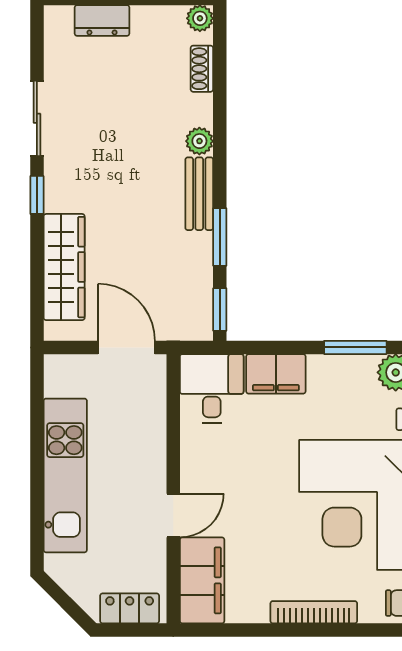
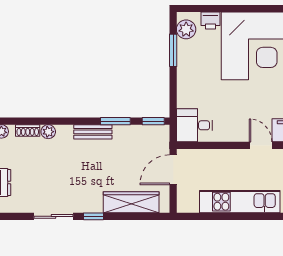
plant: (199, 141) -> (48, 132), moved
filing cabinet: (276, 374) -> (187, 92), removed

